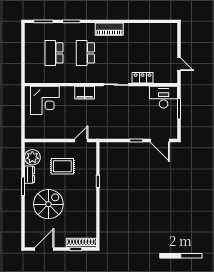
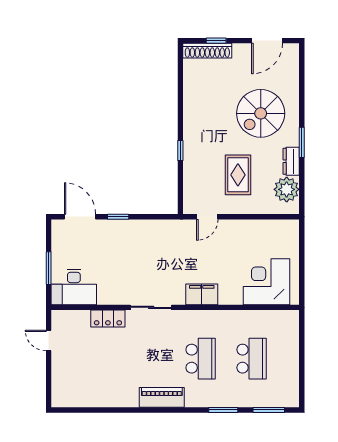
rug: (62, 166) -> (238, 175), turned 90

